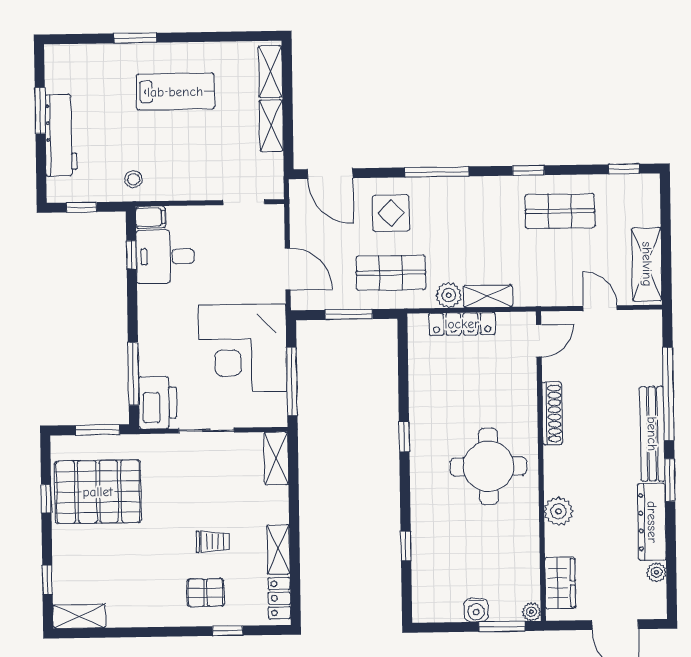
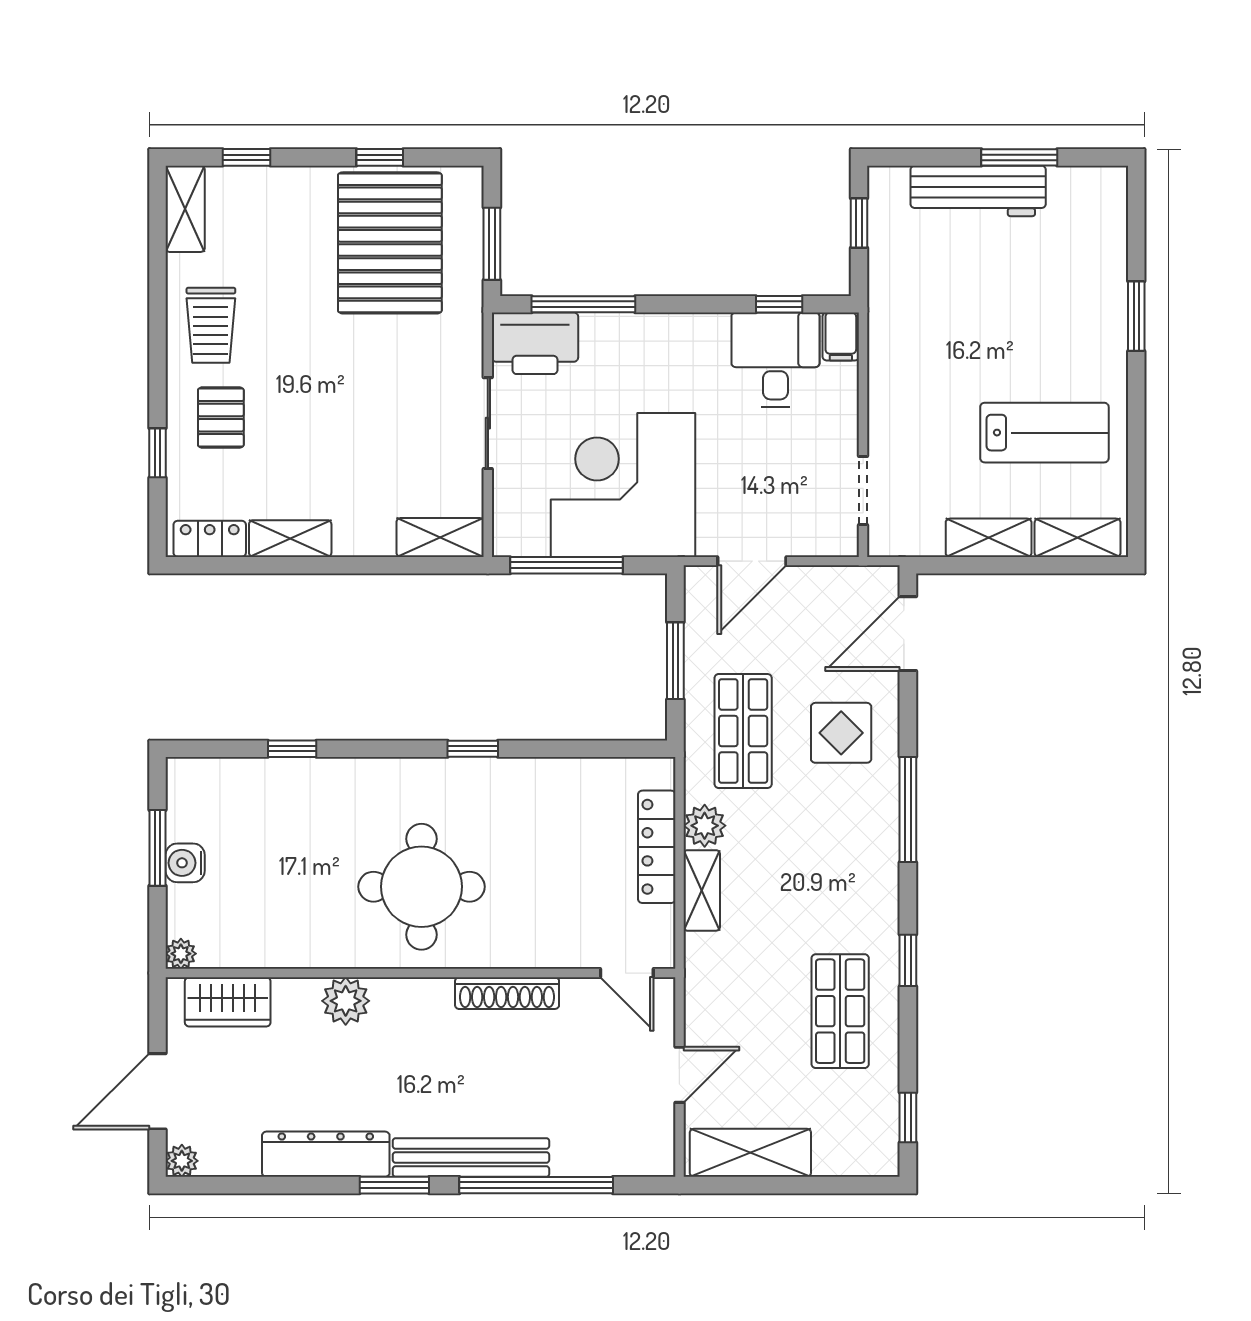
lab bench: (175, 92) -> (1044, 433), moved, turned -90
stool: (133, 179) -> (904, 309), removed
trolley: (213, 542) -> (211, 325), moved, width x1.36, depth x1.39
plant: (656, 572) -> (182, 1161), moved
window: (502, 626) -> (157, 848), moved

